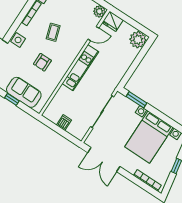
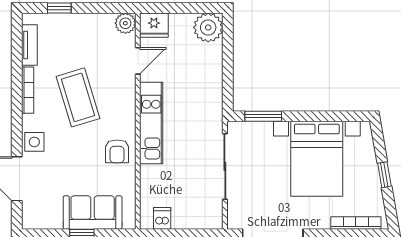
coffee table: (53, 32) -> (78, 97), width x1.86, depth x1.72
armchair: (42, 62) -> (117, 151), moved
dishwasher: (64, 123) -> (162, 218), moved

